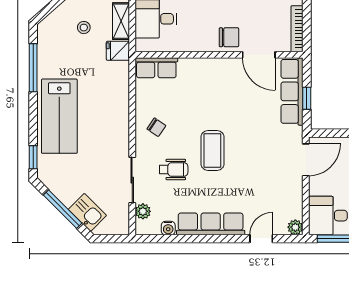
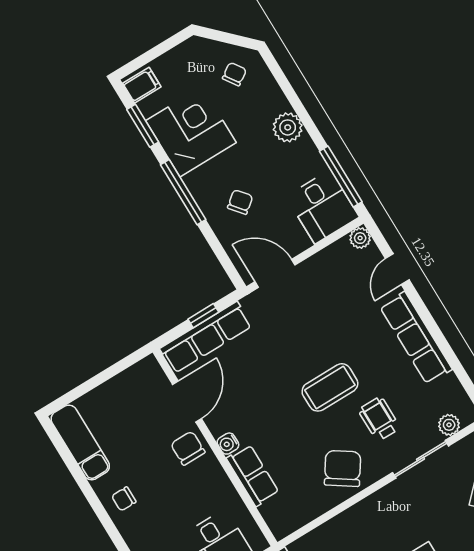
bookcase: (297, 29) -> (130, 376), removed
row of seats: (156, 68) -> (253, 475), moved
chair: (156, 127) -> (343, 468), width x1.87, depth x1.87
water cooler: (168, 228) -> (228, 444), moved, turned 180
door: (261, 239) -> (397, 269), hinge flipped

